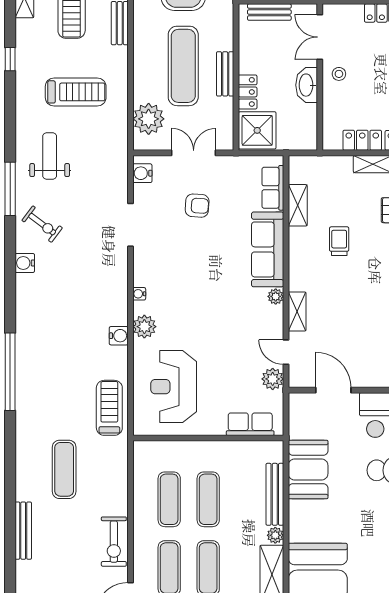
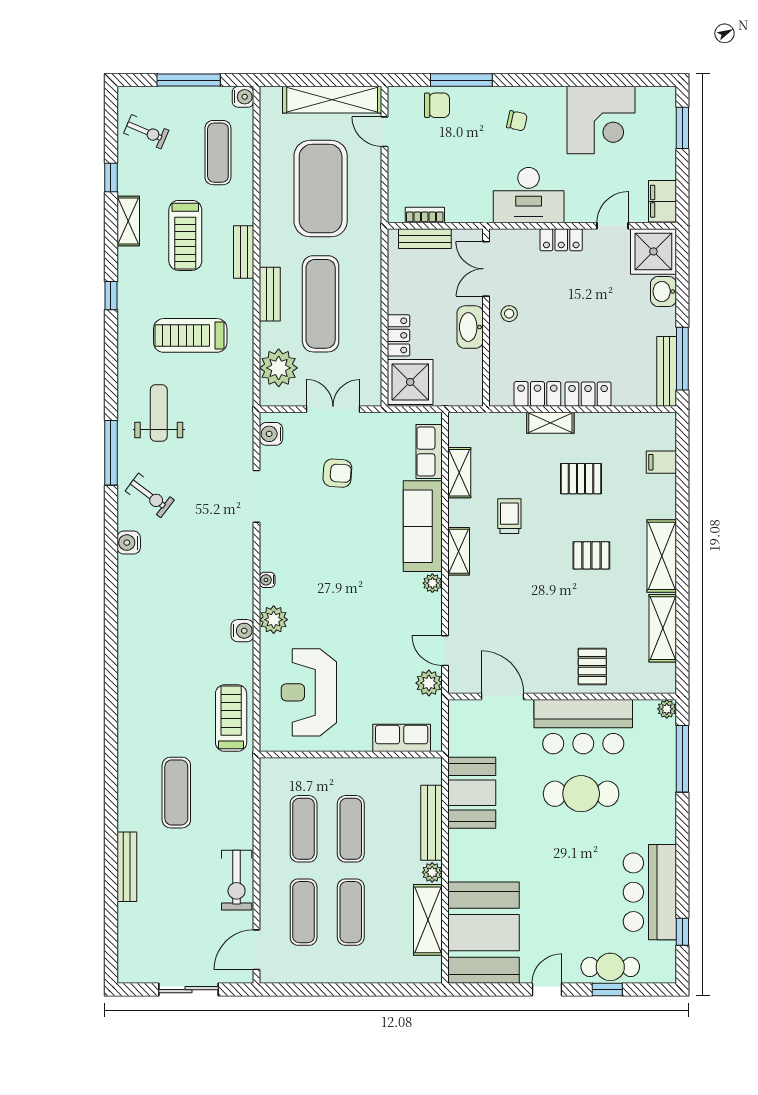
bench: (225, 74) -> (270, 294), moved
treadmill: (76, 92) -> (190, 335), turned 180
shelving: (297, 312) -> (459, 551), moved
window: (10, 372) -> (111, 674), removed

